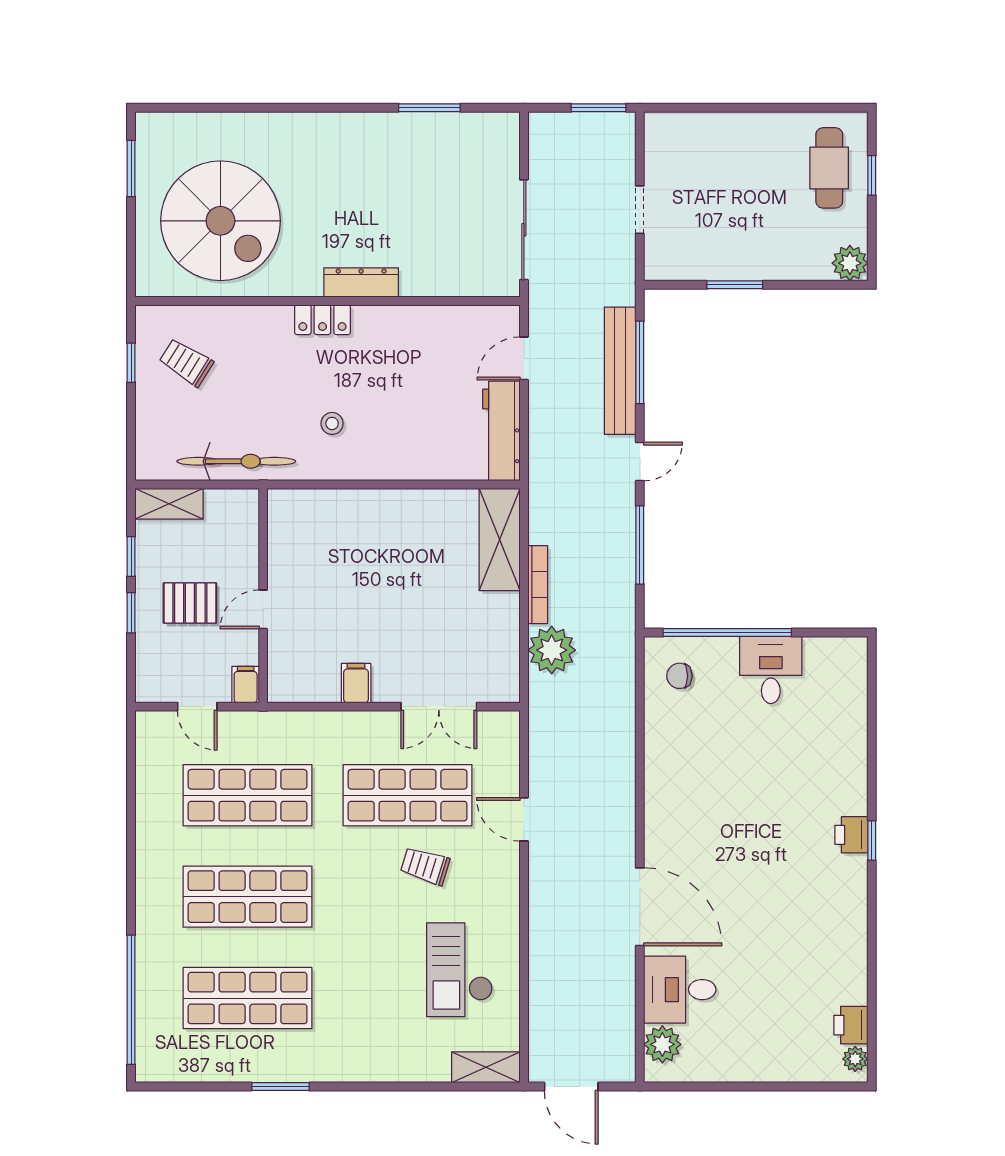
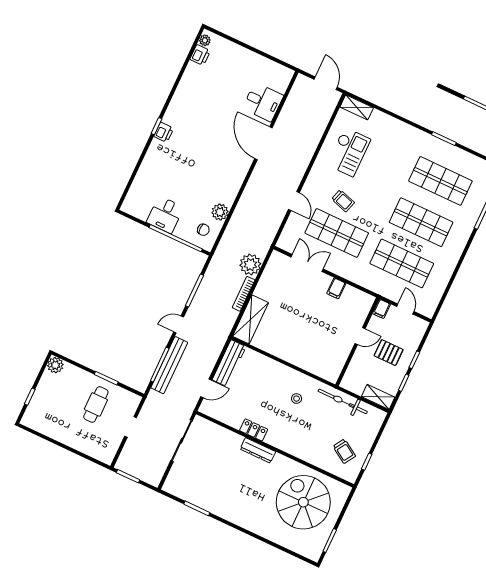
cafe table: (829, 168) -> (96, 404), moved
locker: (322, 320) -> (254, 430), moved
plant: (662, 1044) -> (220, 212), moved

